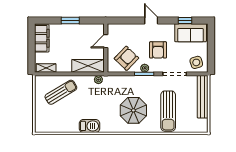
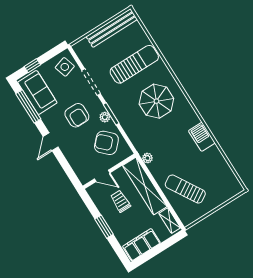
window: (185, 20) -> (28, 106), width x2.17
window: (211, 41) -> (32, 66), added
trolley: (81, 43) -> (120, 201), added
armchair: (158, 50) -> (77, 115), turned 90
shelving: (88, 66) -> (145, 186), width x1.47
bench: (203, 97) -> (112, 28), moved

